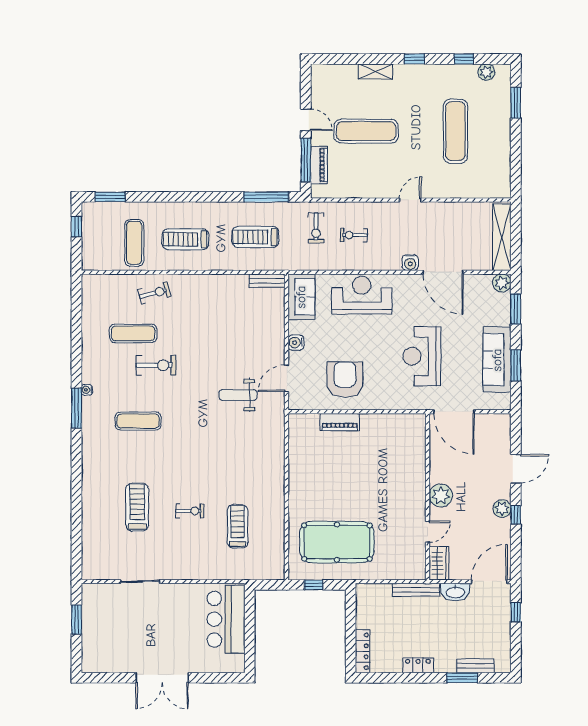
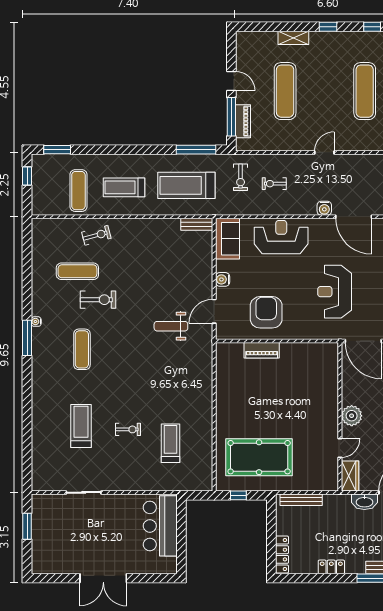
exercise mat: (366, 131) -> (285, 91), turned 90
treadmill: (255, 237) -> (186, 185), width x1.37, depth x1.38
exercise mat: (138, 421) -> (82, 349), turned 90
bench: (416, 590) -> (301, 500), moved

